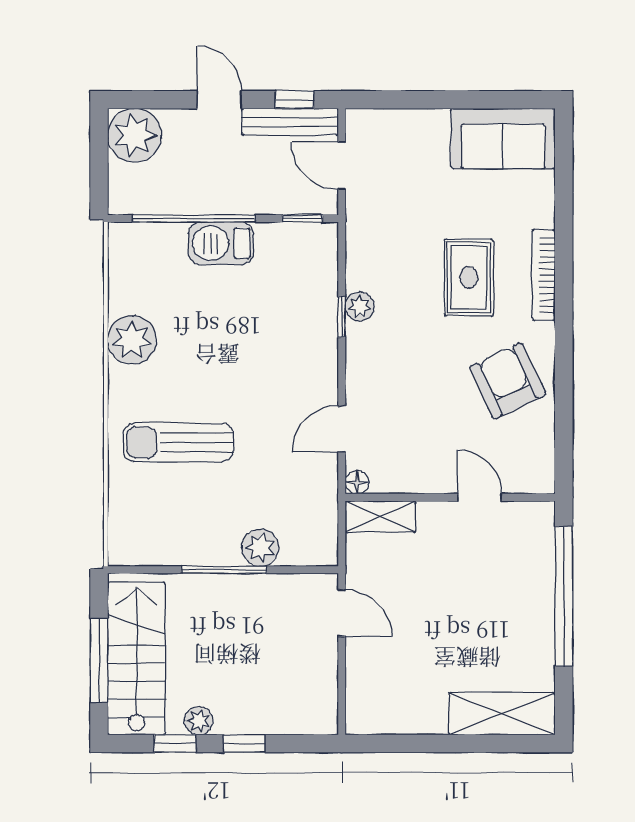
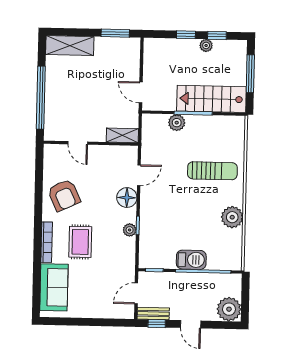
bench: (290, 122) -> (153, 313), width x0.73
sofa: (503, 138) -> (54, 287), moved, turned 90
door: (342, 166) -> (136, 293), swing flipped
floor lamp: (357, 482) -> (127, 198), moved, width x1.89, depth x1.89
stairs: (137, 658) -> (211, 99), moved, turned 90
window: (401, 744) -> (115, 33), added

